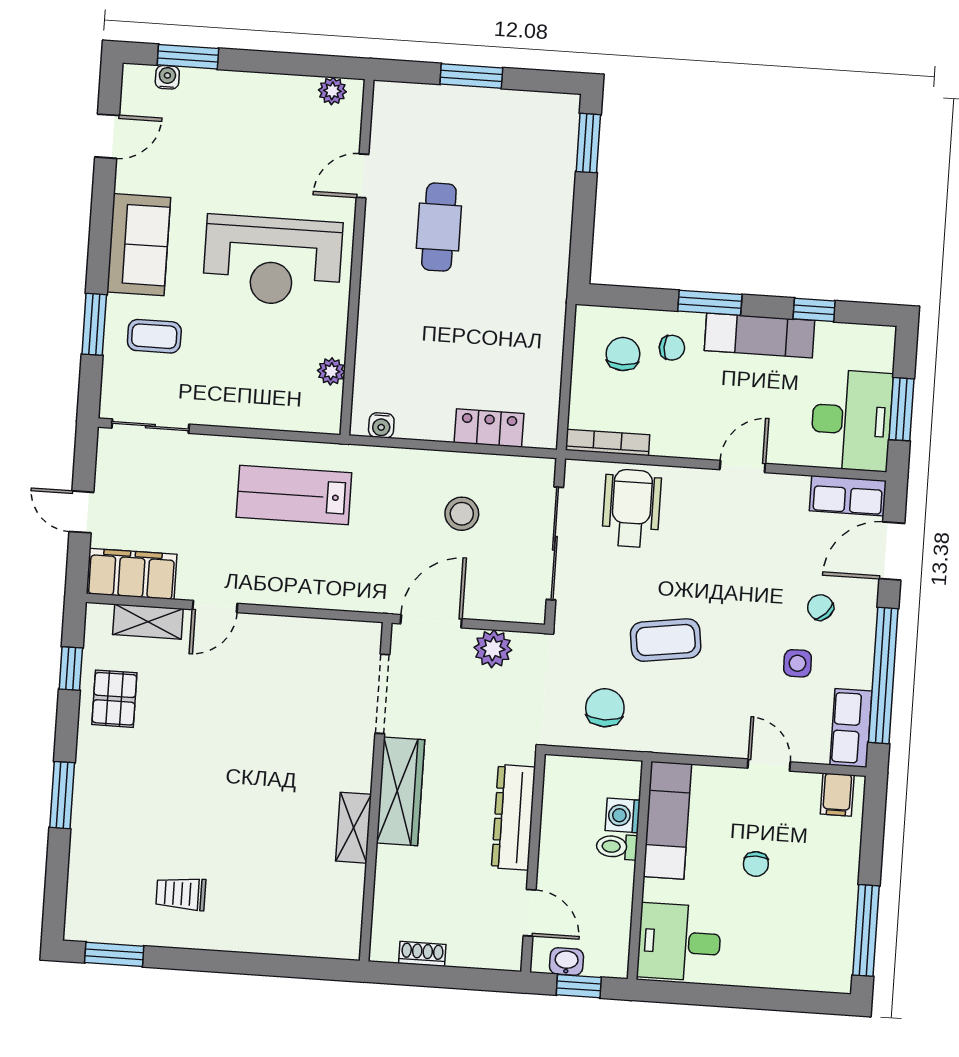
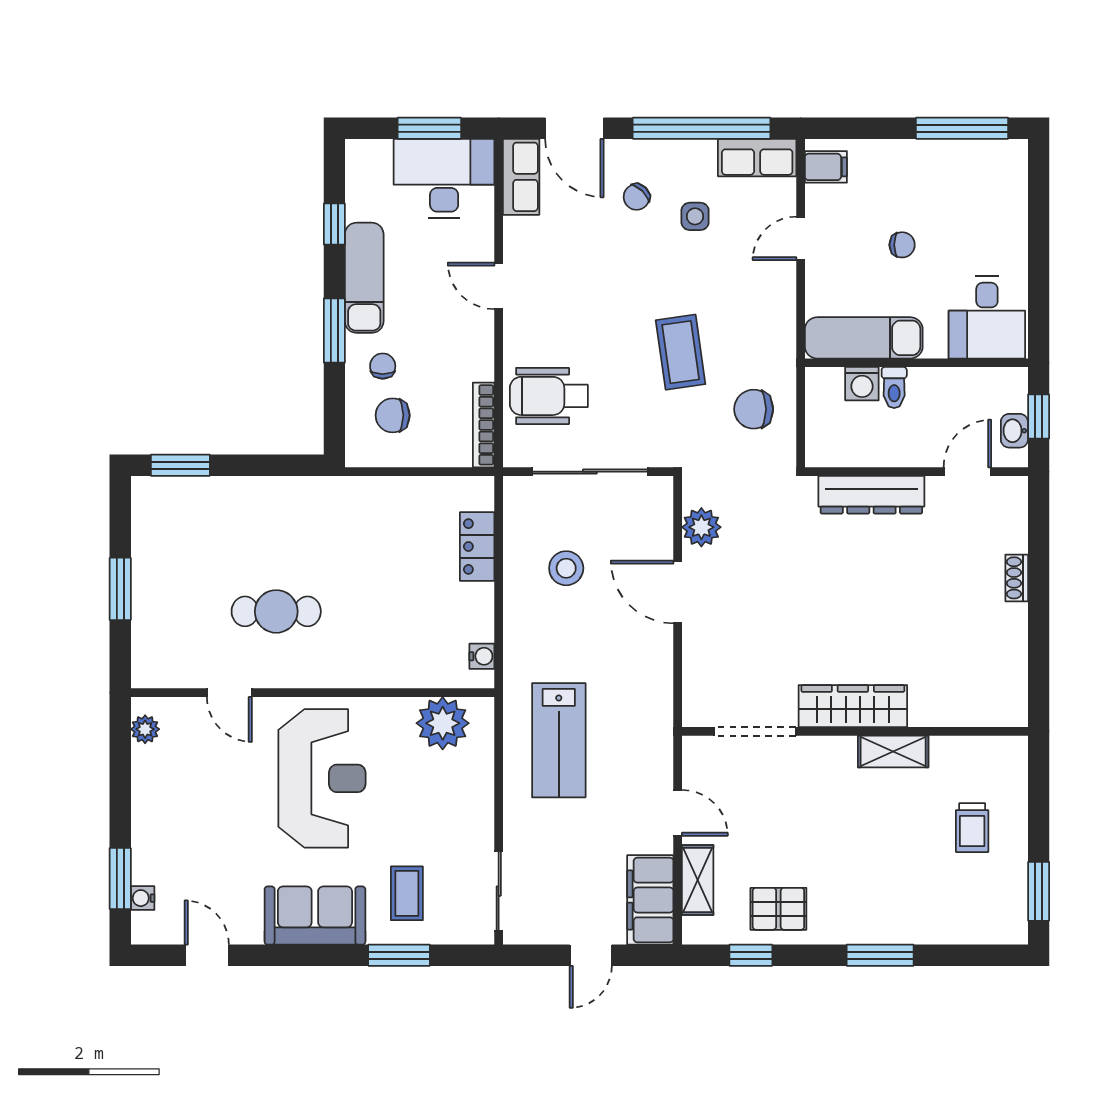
plant: (331, 371) -> (443, 723), width x1.87, depth x1.87
doorway: (382, 694) -> (755, 731), moved
wardrobe: (401, 791) -> (853, 706), moved
wall: (376, 792) -> (855, 731), moved
shelving: (354, 828) -> (893, 751), moved

